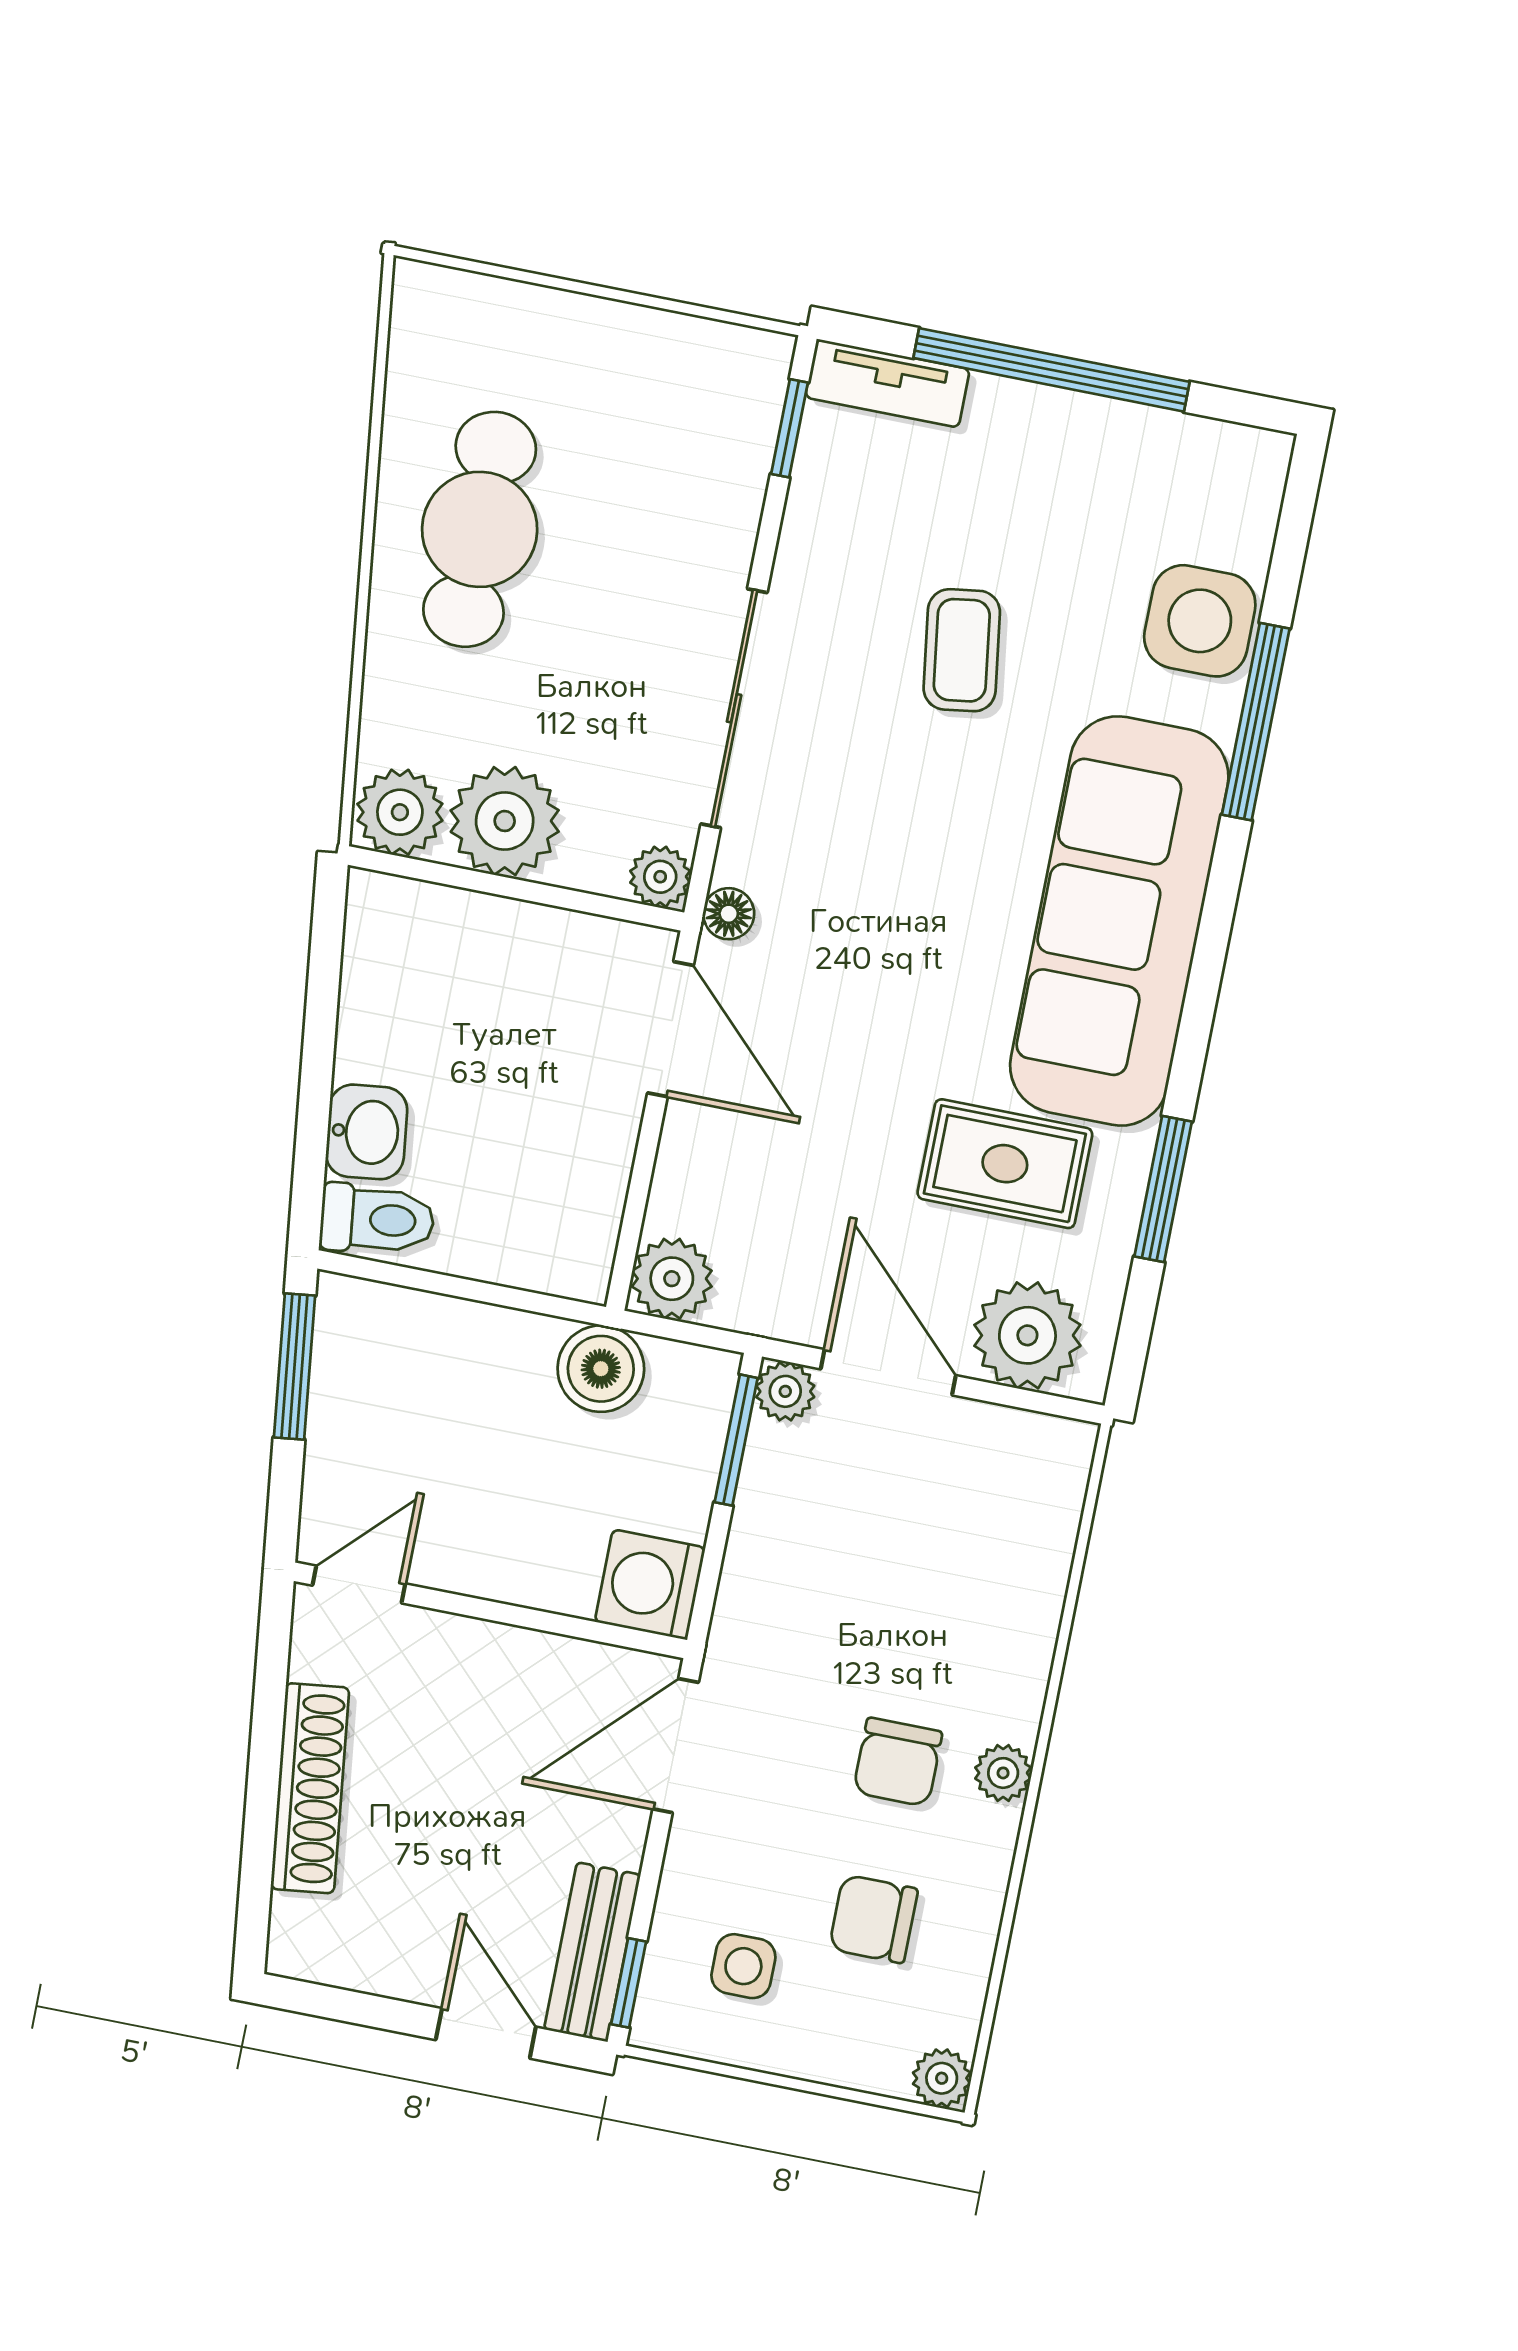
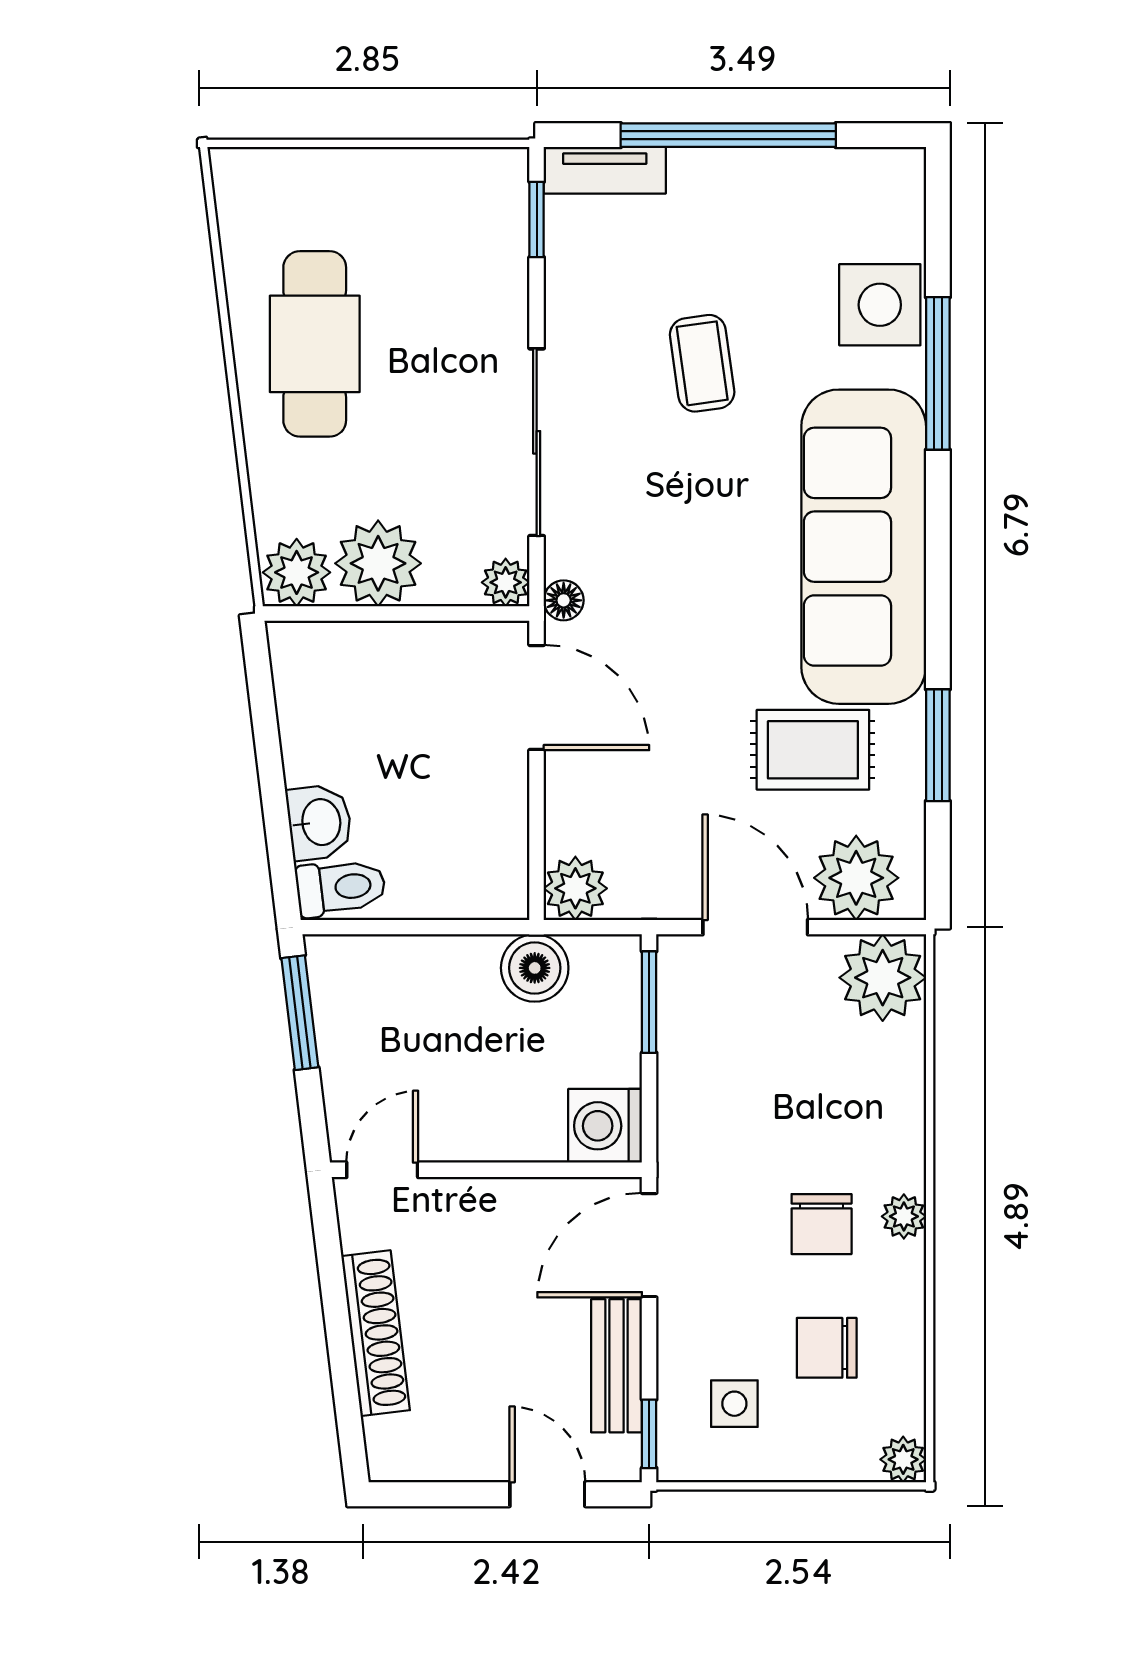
plant: (785, 1391) -> (883, 978), moved, width x1.88, depth x1.88
bench: (592, 1952) -> (617, 1366), moved

